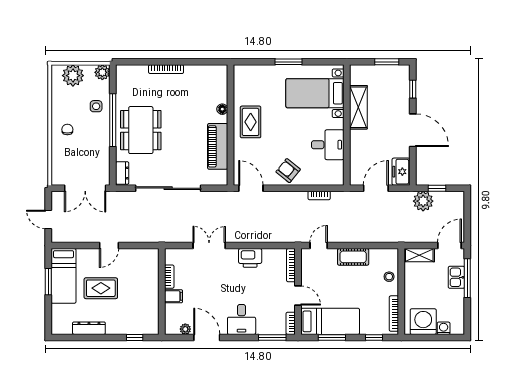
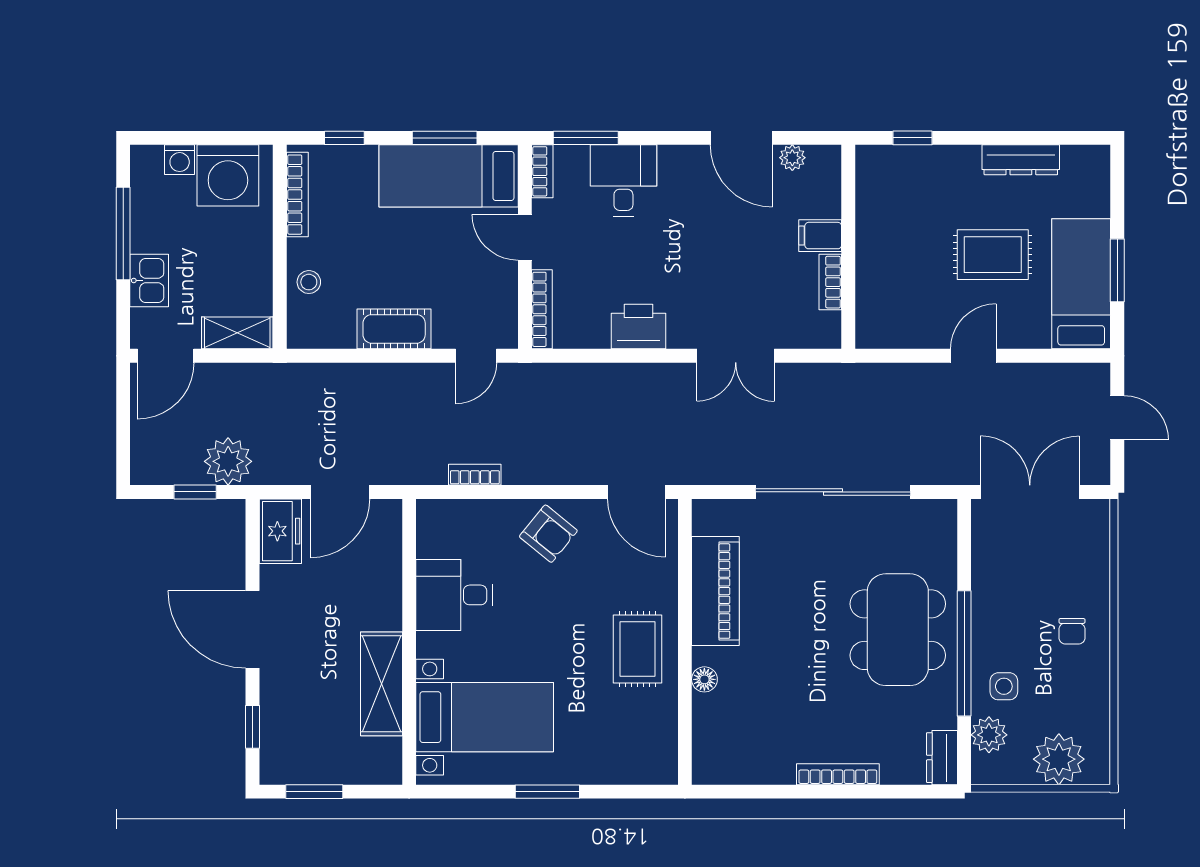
plant: (102, 72) -> (989, 735), moved
dresser: (122, 173) -> (942, 758), moved
window: (467, 278) -> (123, 233), moved
desk: (242, 319) -> (623, 180), moved

